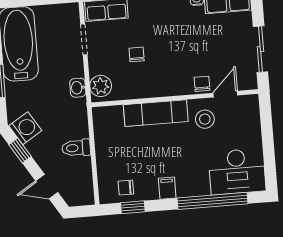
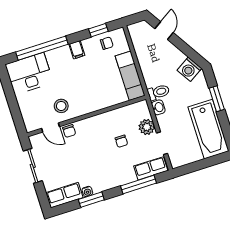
plant: (101, 86) -> (147, 127), moved
door: (225, 94) -> (51, 128), hinge flipped
exam couch: (156, 113) -> (130, 76), moved, turned -90
toilet: (76, 148) -> (158, 92), moved
window: (20, 151) -> (190, 52), removed
door: (47, 187) -> (164, 31), hinge flipped

